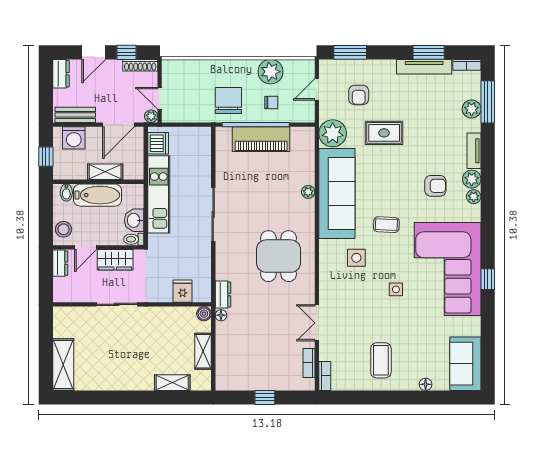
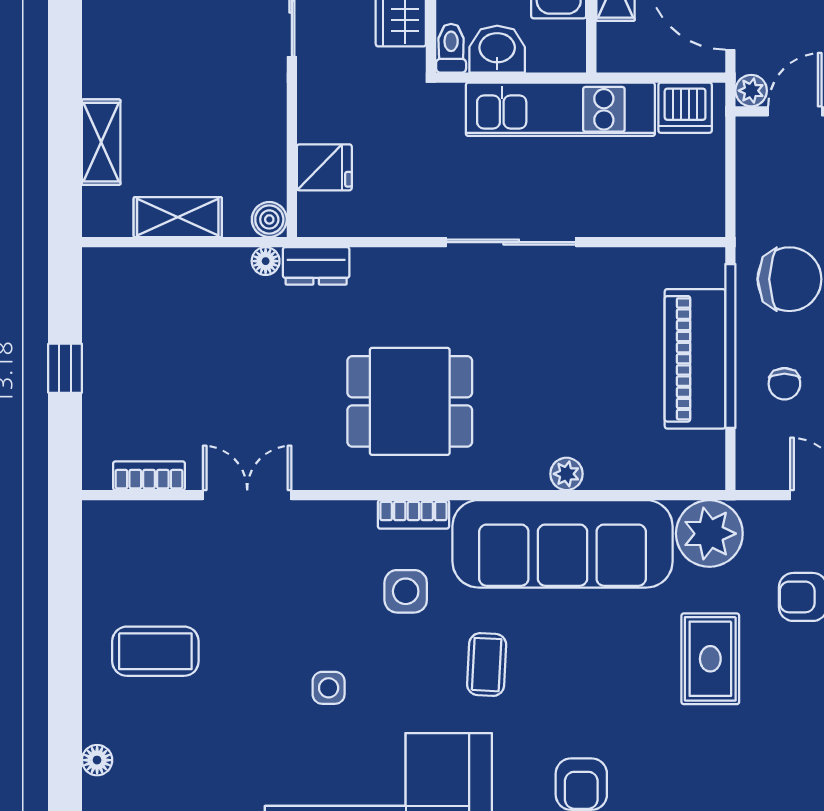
bookcase: (325, 376) -> (413, 514), moved

